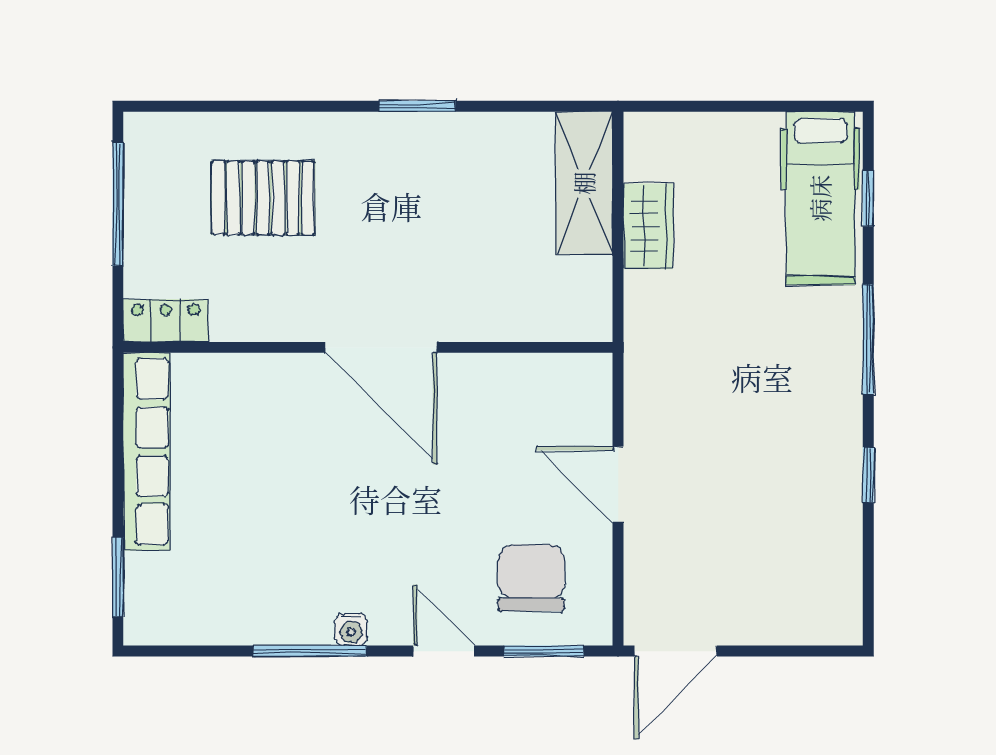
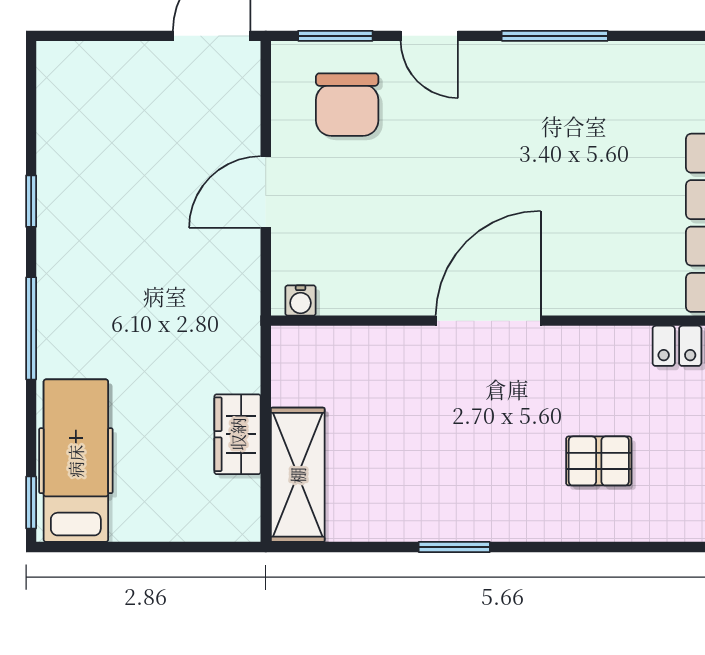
pallet: (263, 198) -> (599, 461), width x0.67, depth x0.71
window: (868, 198) -> (31, 502), moved
door: (381, 347) -> (488, 321), hinge flipped
door: (618, 485) -> (266, 192), swing flipped
water cooler: (351, 630) -> (301, 301), moved, turned 180

